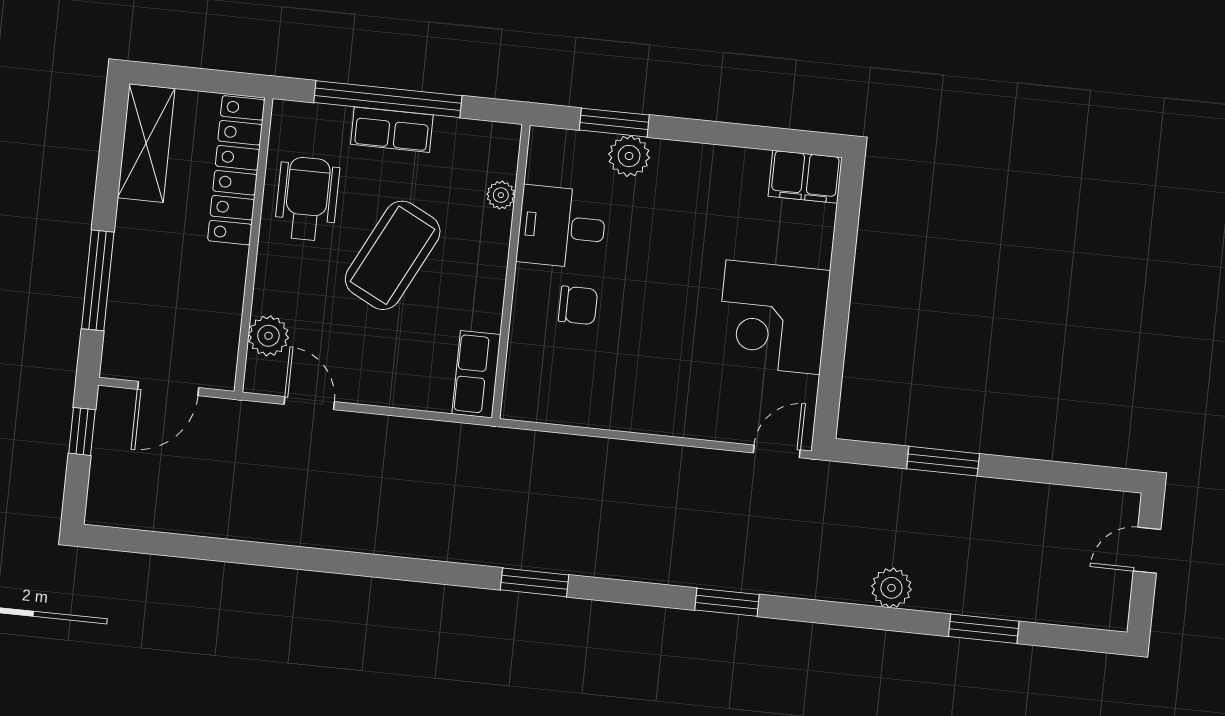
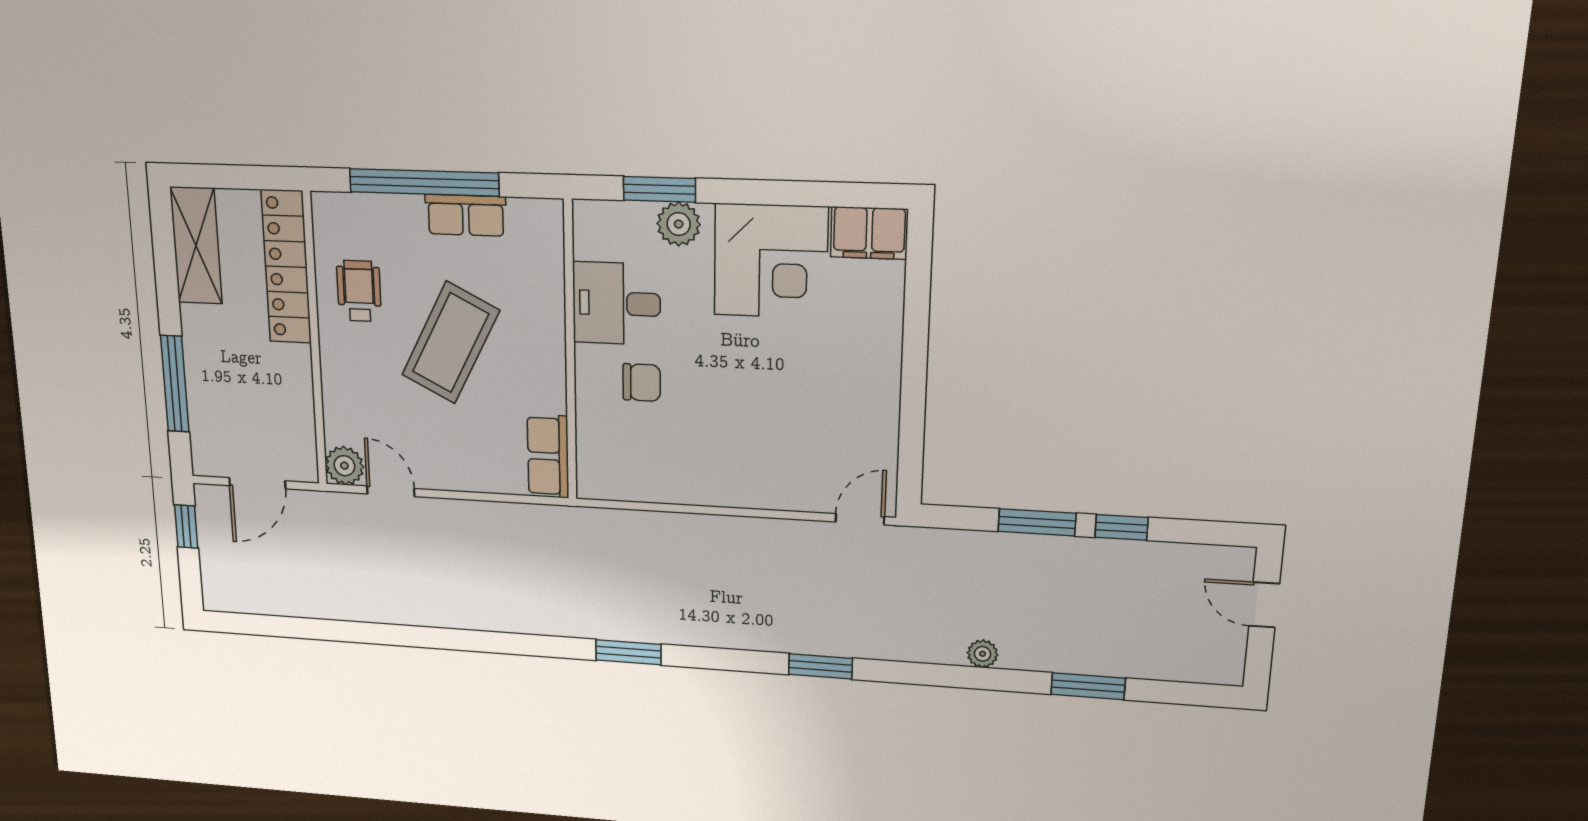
row of seats: (392, 130) -> (466, 215), moved
plant: (501, 195) -> (551, 274), removed
wheelchair: (307, 199) -> (359, 291), width x0.73, depth x0.73
corner desk: (773, 317) -> (771, 261), moved, turned -90
plant: (268, 336) -> (344, 466), moved
window: (1020, 469) -> (1122, 527), added
door: (1147, 550) -> (1264, 605), hinge flipped
plant: (891, 588) -> (983, 654), width x0.73, depth x0.73

